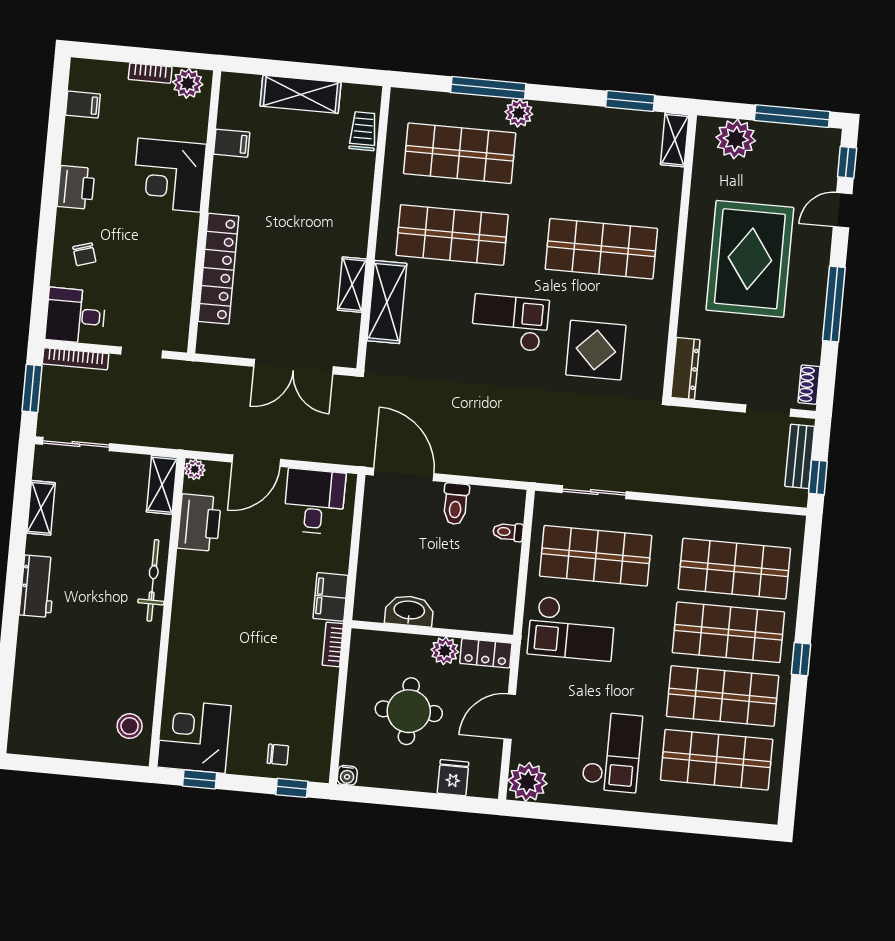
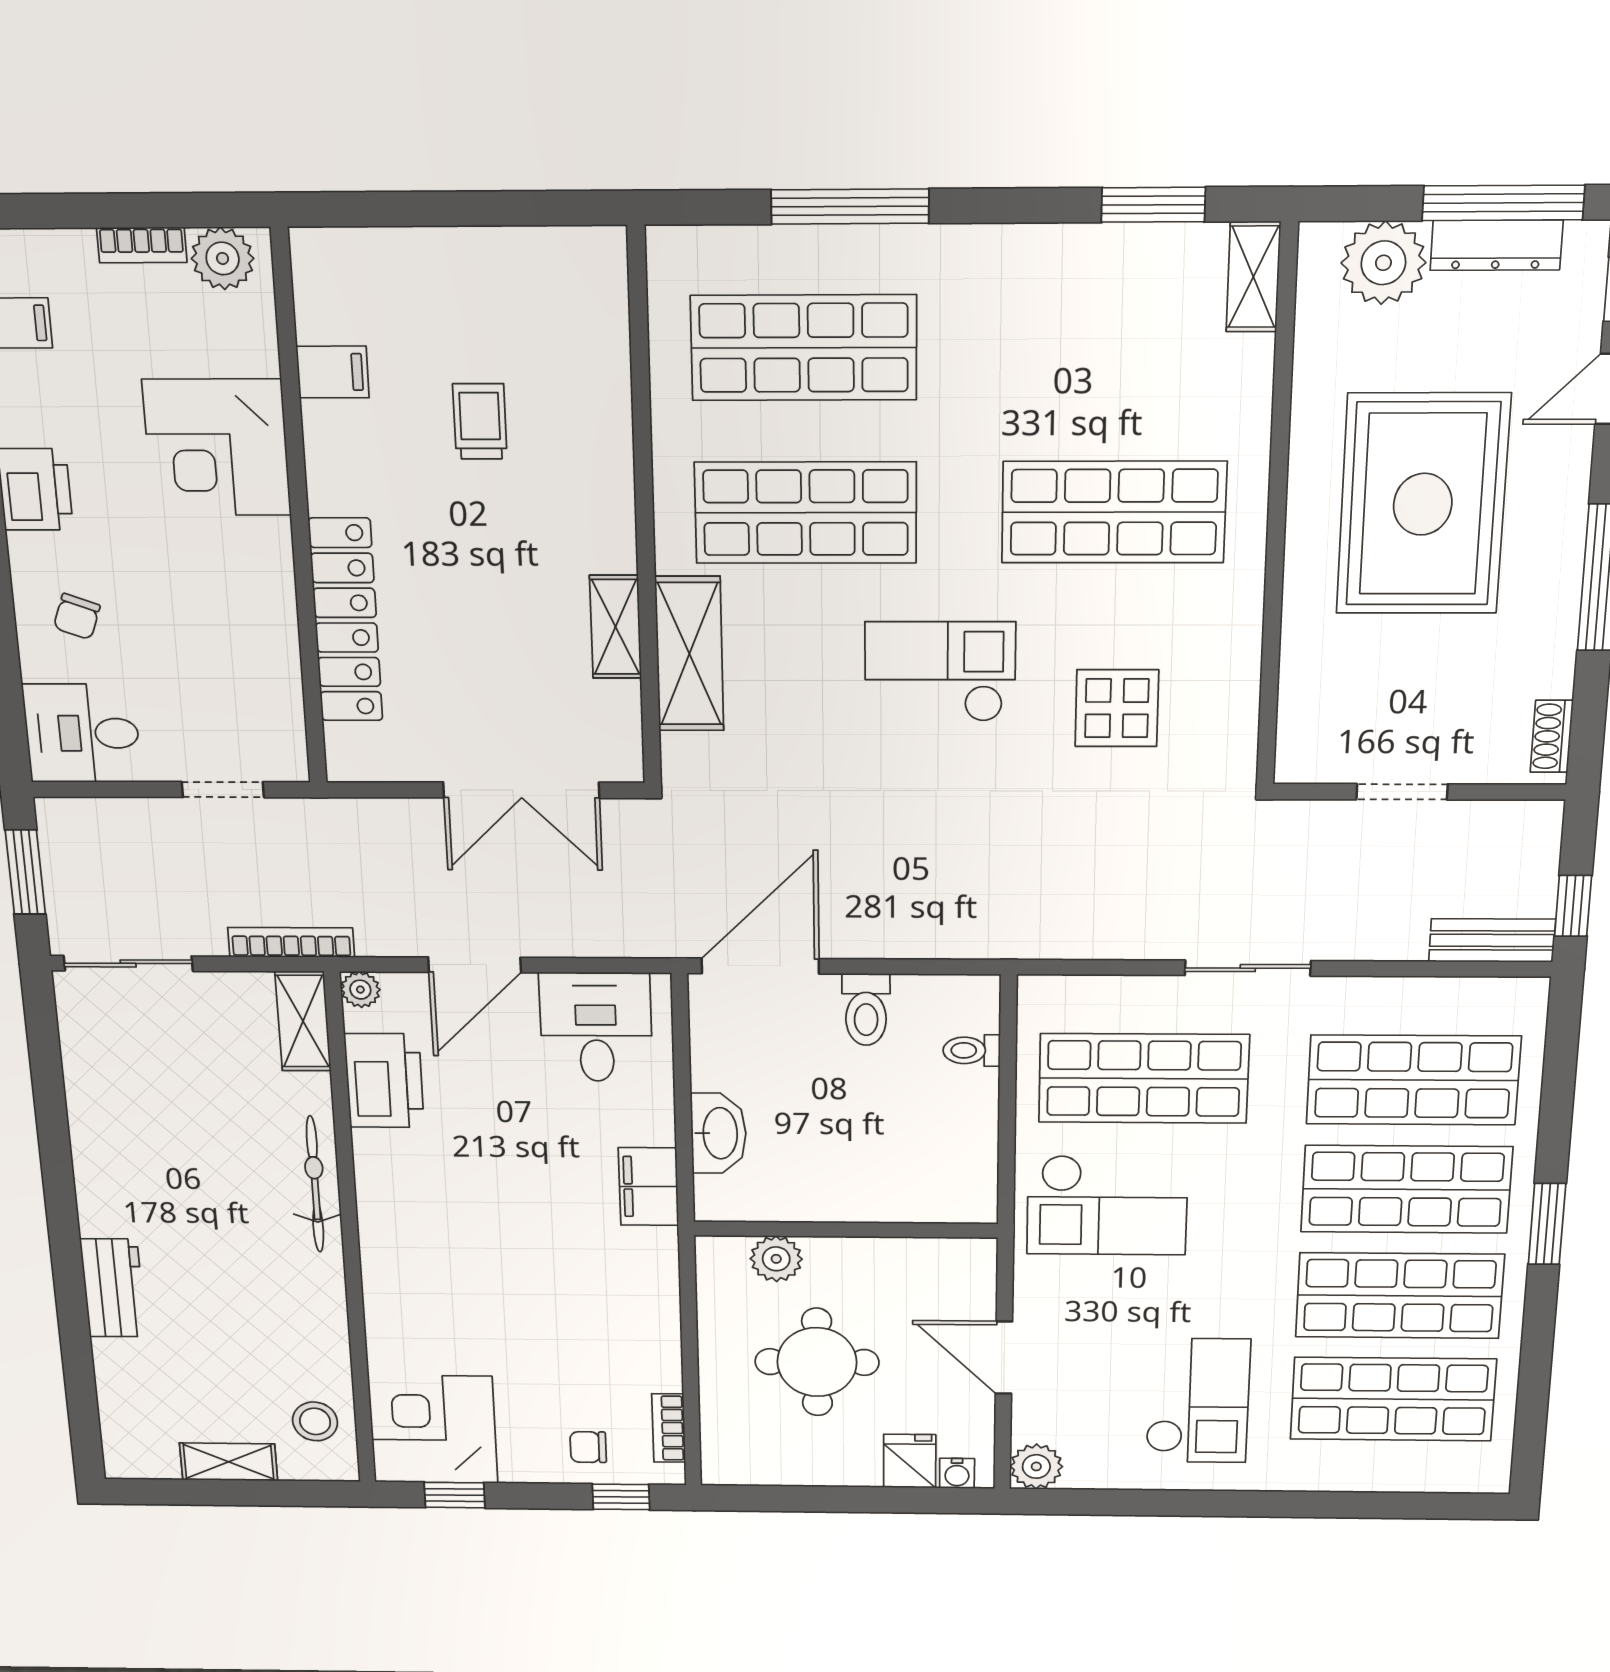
shelving: (301, 94) -> (459, 258), removed
plant: (519, 113) -> (919, 253), removed
trolley: (363, 131) -> (480, 421), moved
chair: (84, 254) -> (77, 617), turned 37
display table: (596, 350) -> (1117, 708), width x0.73, depth x0.73
bookcase: (76, 359) -> (291, 942), moved, turned 180
dresser: (685, 369) -> (1497, 245), moved, turned 90
doorway: (768, 411) -> (1402, 792), moved
bench: (800, 456) -> (1492, 940), moved, turned 90
door: (404, 474) -> (760, 966), hinge flipped
sliding door: (594, 492) -> (1248, 968), moved
shelving: (41, 508) -> (229, 1462), moved, turned 90
workbench: (37, 586) -> (113, 1288), moved
washbasin: (409, 611) -> (719, 1133), moved, turned 90
bookcase: (333, 644) -> (669, 1428), moved
plant: (445, 651) -> (776, 1259), moved
locker: (486, 653) -> (950, 1258), removed
window: (801, 659) -> (1547, 1224), width x1.50
door: (510, 717) -> (1004, 1358), hinge flipped
chair: (278, 755) -> (588, 1447), turned 180
water cooler: (347, 775) -> (957, 1473), moved
plant: (527, 782) -> (1036, 1466), width x0.73, depth x0.73

